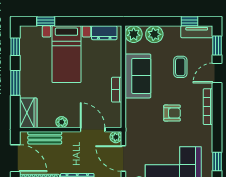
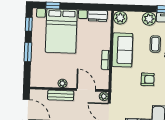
plant: (154, 34) -> (149, 19), moved
bed with nightstands: (66, 54) -> (61, 31), width x1.36
wardrobe: (28, 113) -> (37, 75), removed
bench: (45, 138) -> (61, 95), moved

